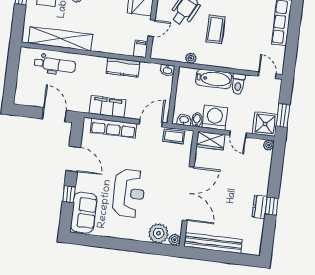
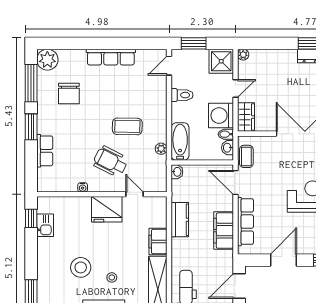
filing cabinet: (141, 49) -> (158, 242), moved, width x2.00
bathtub: (214, 79) -> (180, 141), moved
window: (283, 116) -> (194, 43), moved

